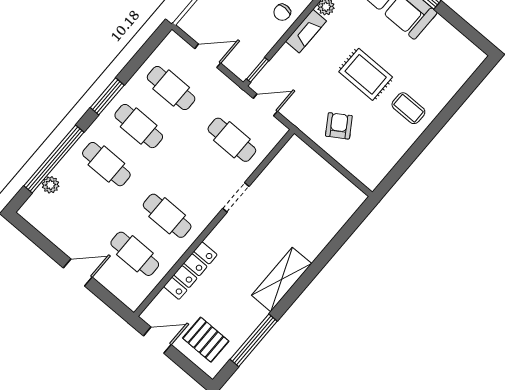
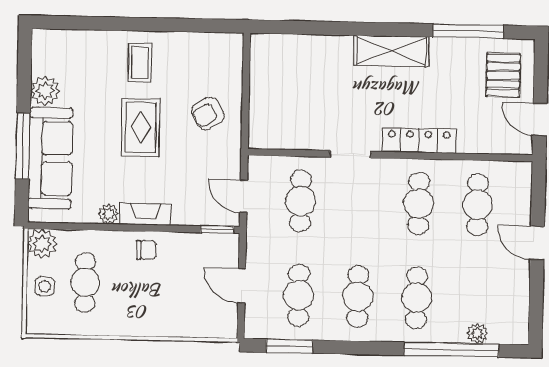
plant: (441, 31) -> (45, 91), added
window: (107, 96) -> (289, 346), moved
locker: (190, 271) -> (419, 140), moved

